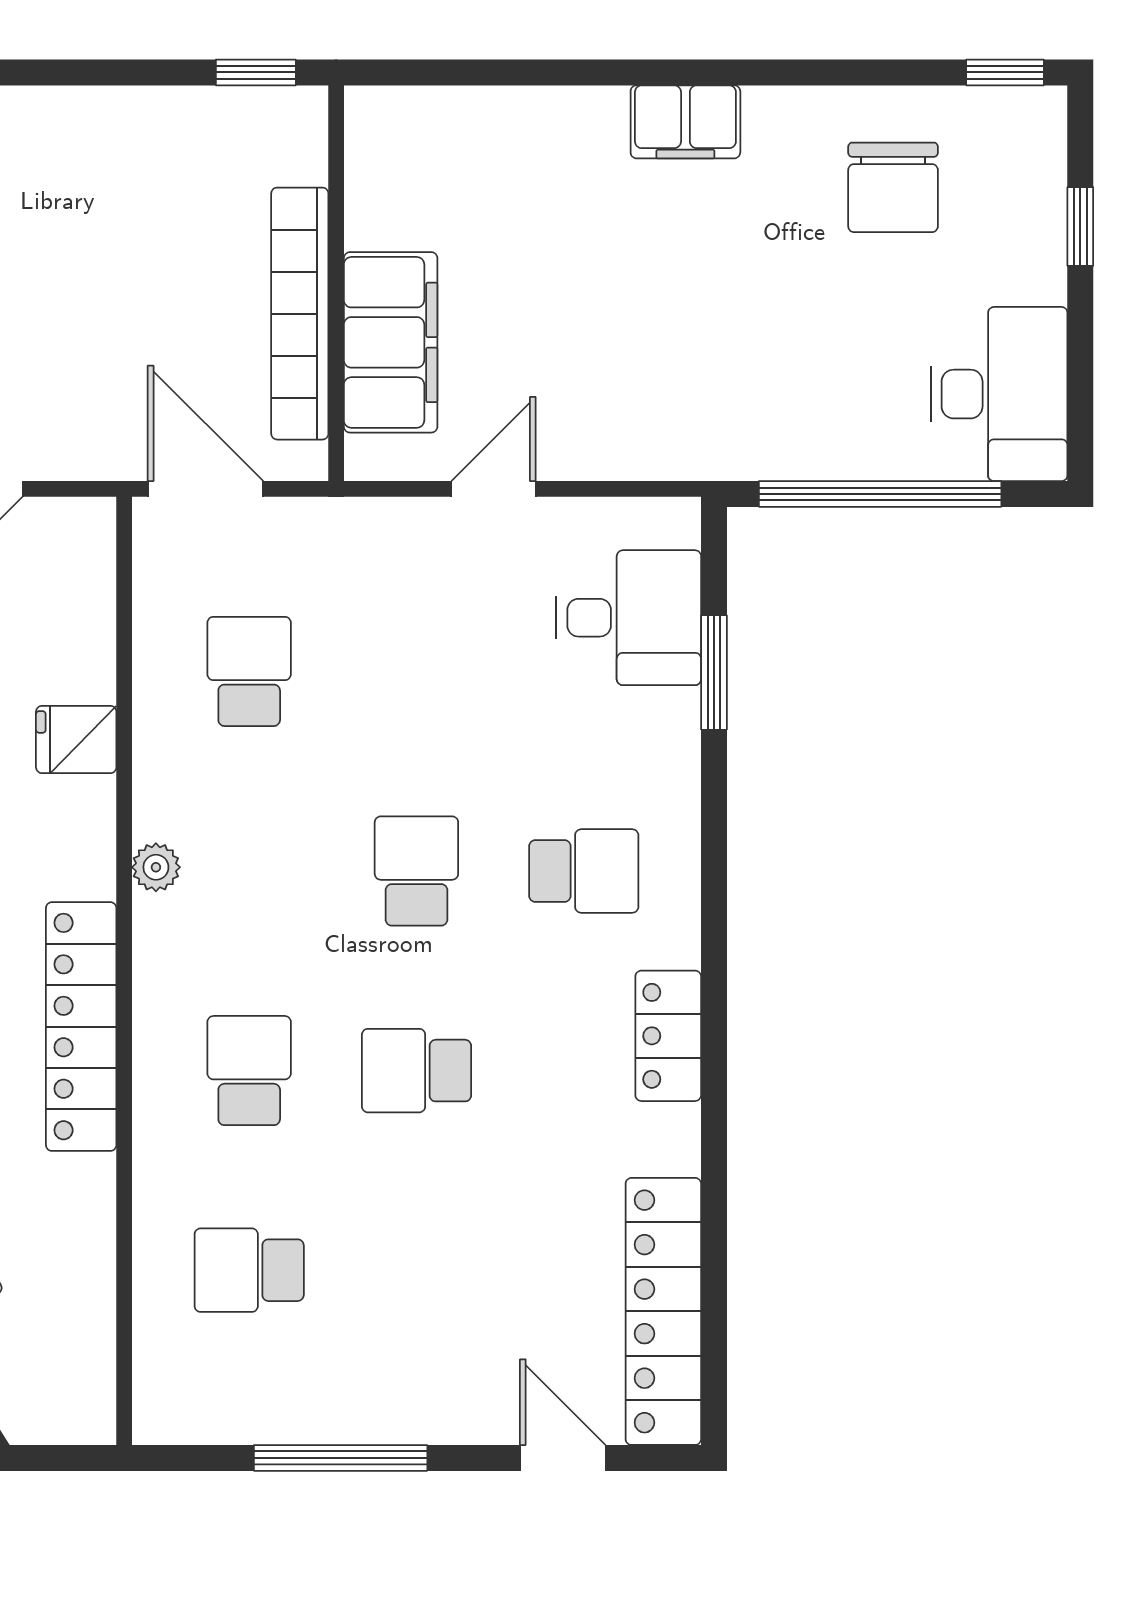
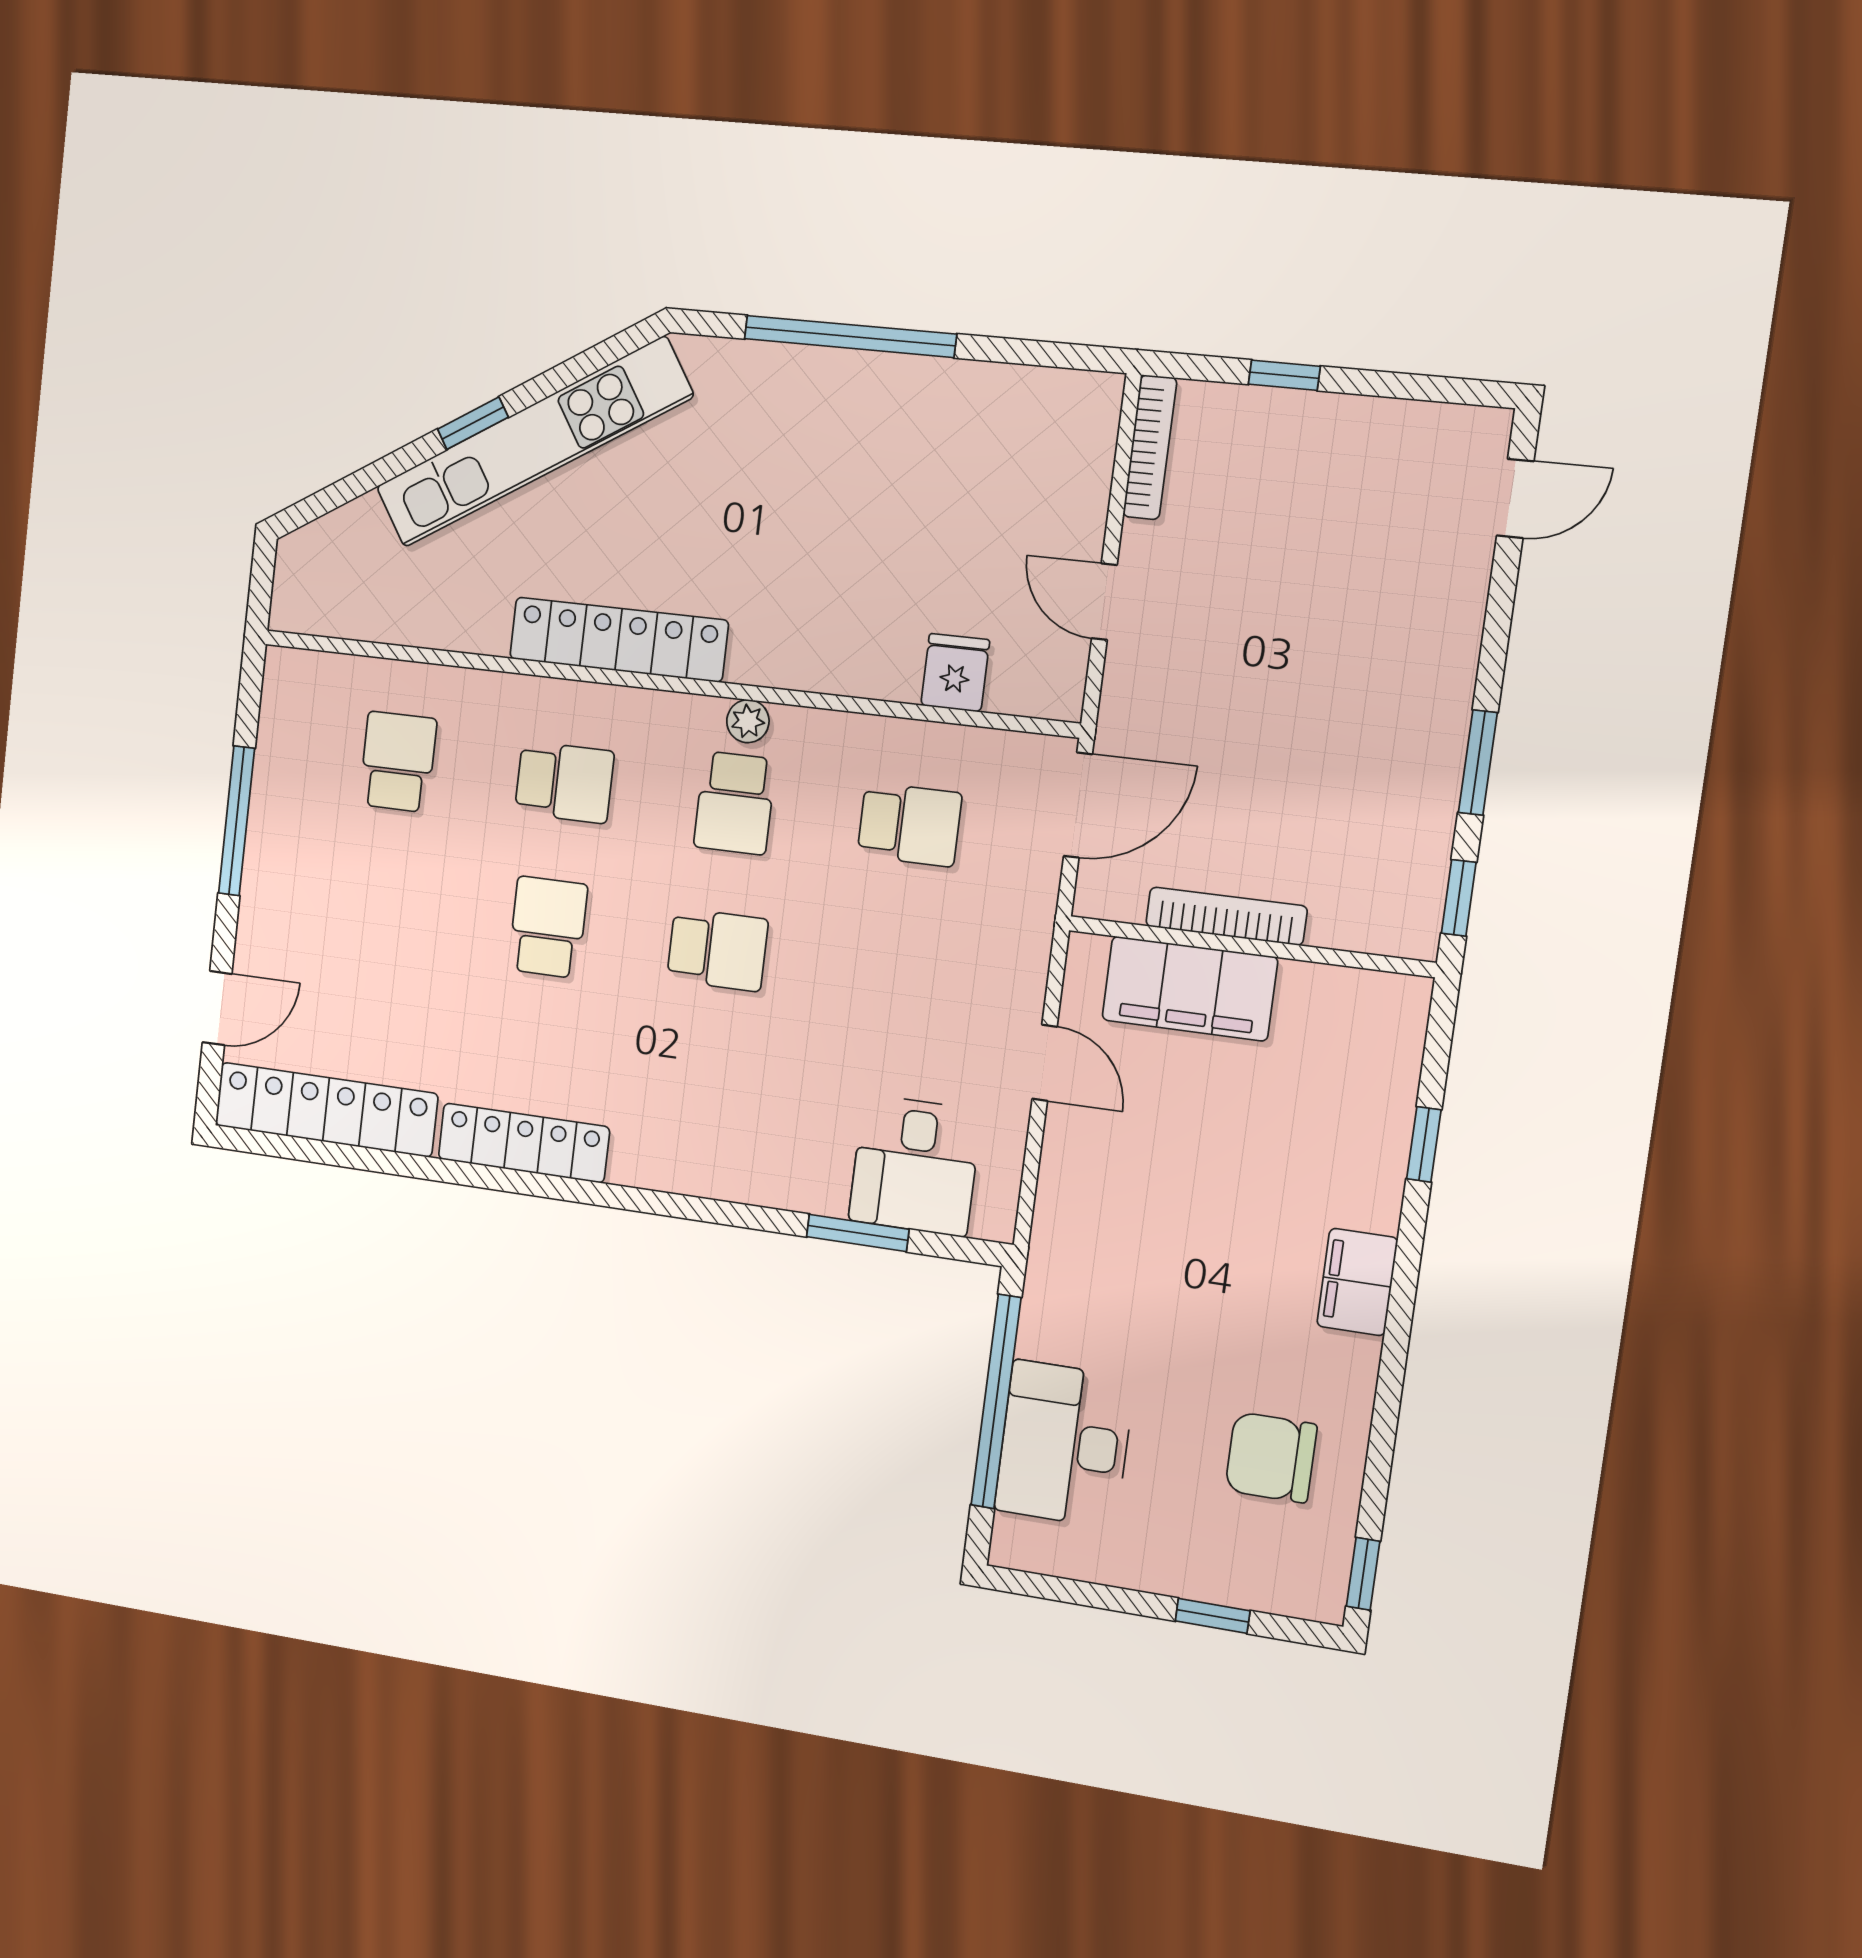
window: (110, 72) -> (1478, 763), added
window: (525, 72) -> (1424, 1144), added
bookcase: (300, 314) -> (1226, 916), width x0.68, depth x0.76
desk: (999, 394) -> (1064, 1444), moved, turned 90
fridge: (76, 740) -> (955, 673), moved
school desk: (584, 871) -> (735, 803), moved
locker: (668, 1036) -> (524, 1143), width x1.53

